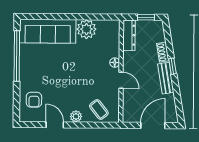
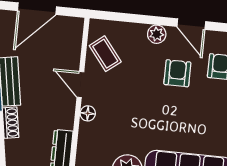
armchair: (61, 93) -> (177, 73), added
coffee table: (99, 109) -> (105, 54), moved

